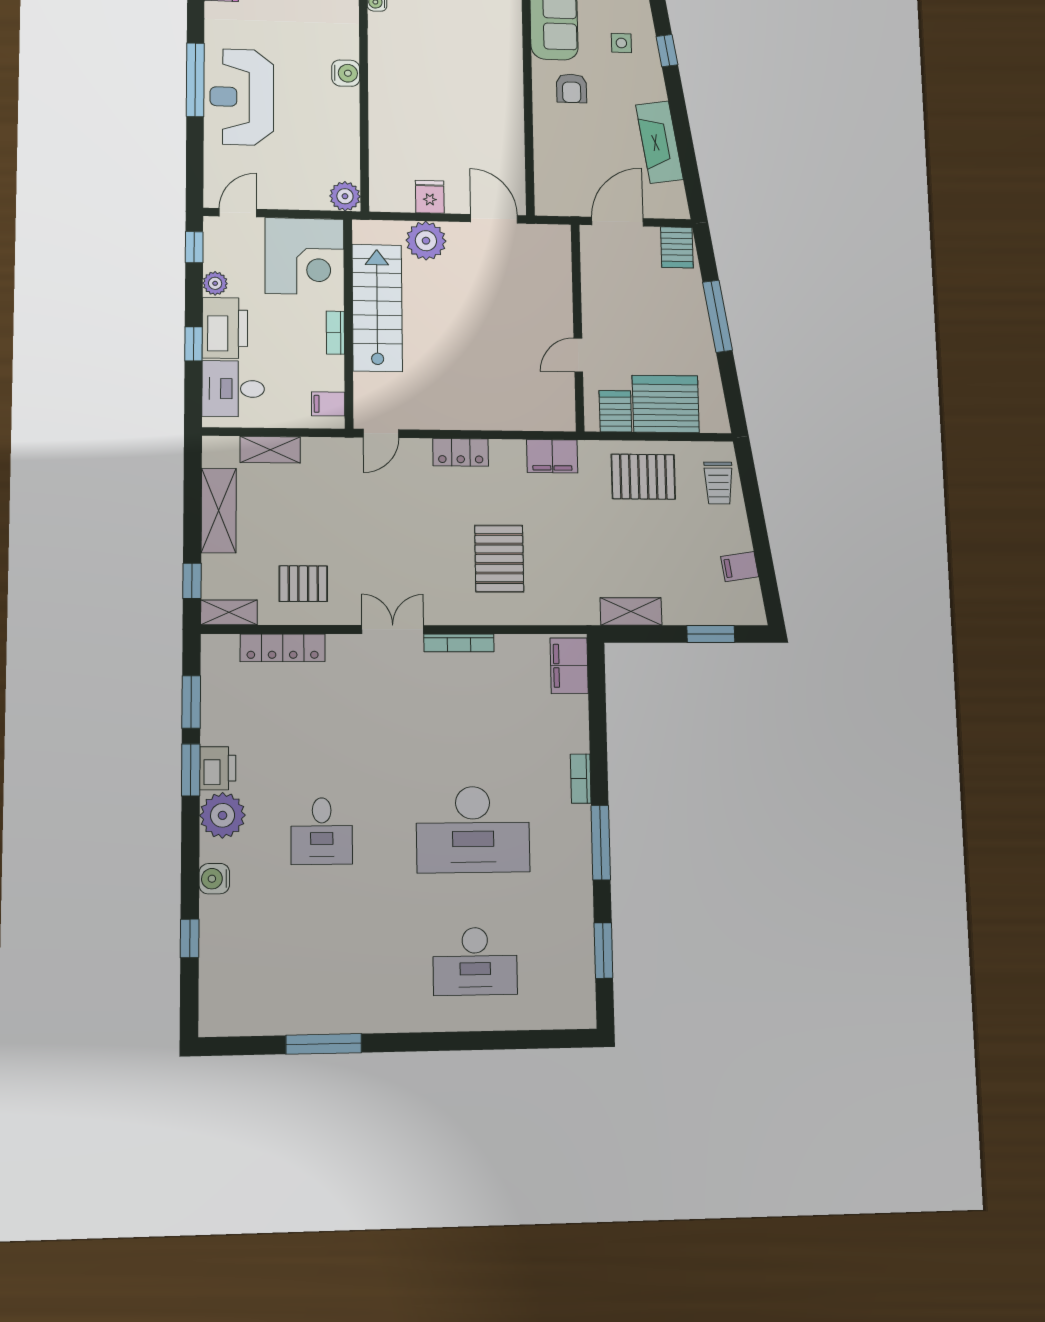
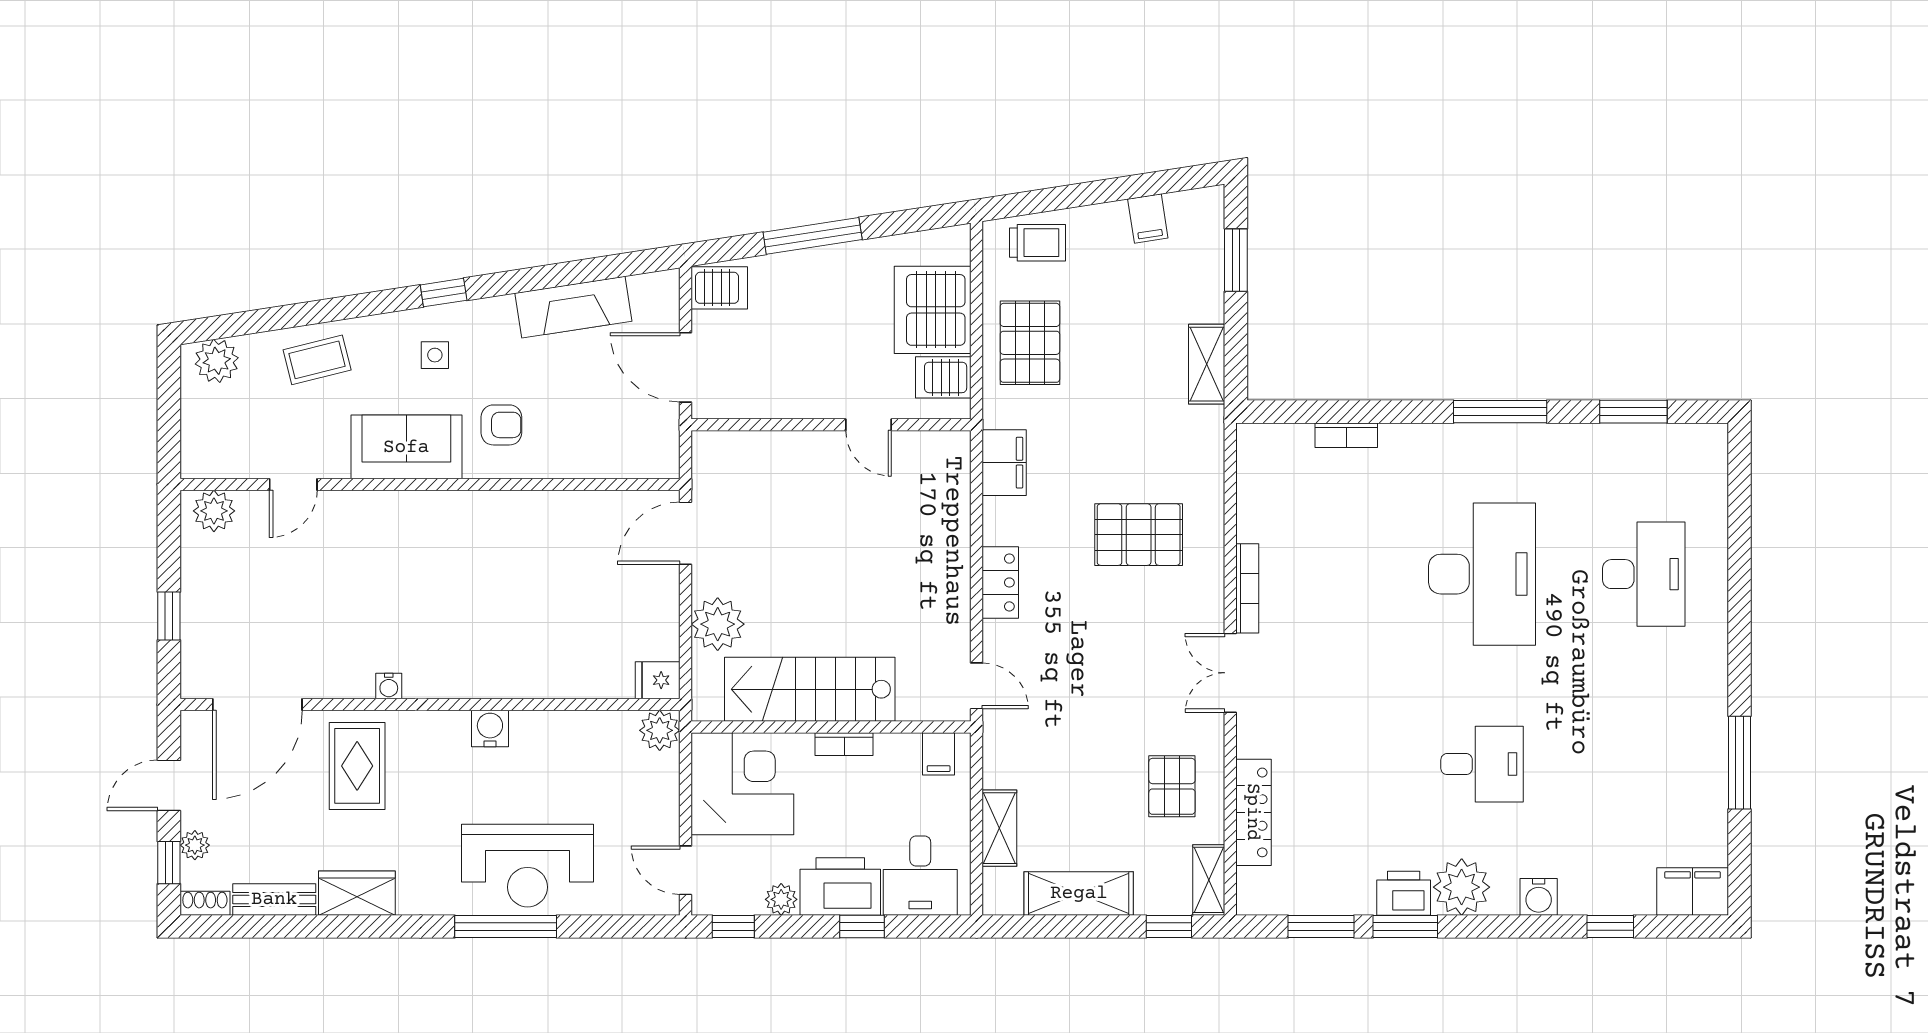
fridge: (430, 197) -> (658, 680), moved
filing cabinet: (569, 666) -> (1693, 892), moved, turned 180
bookcase: (581, 779) -> (1346, 435), moved

